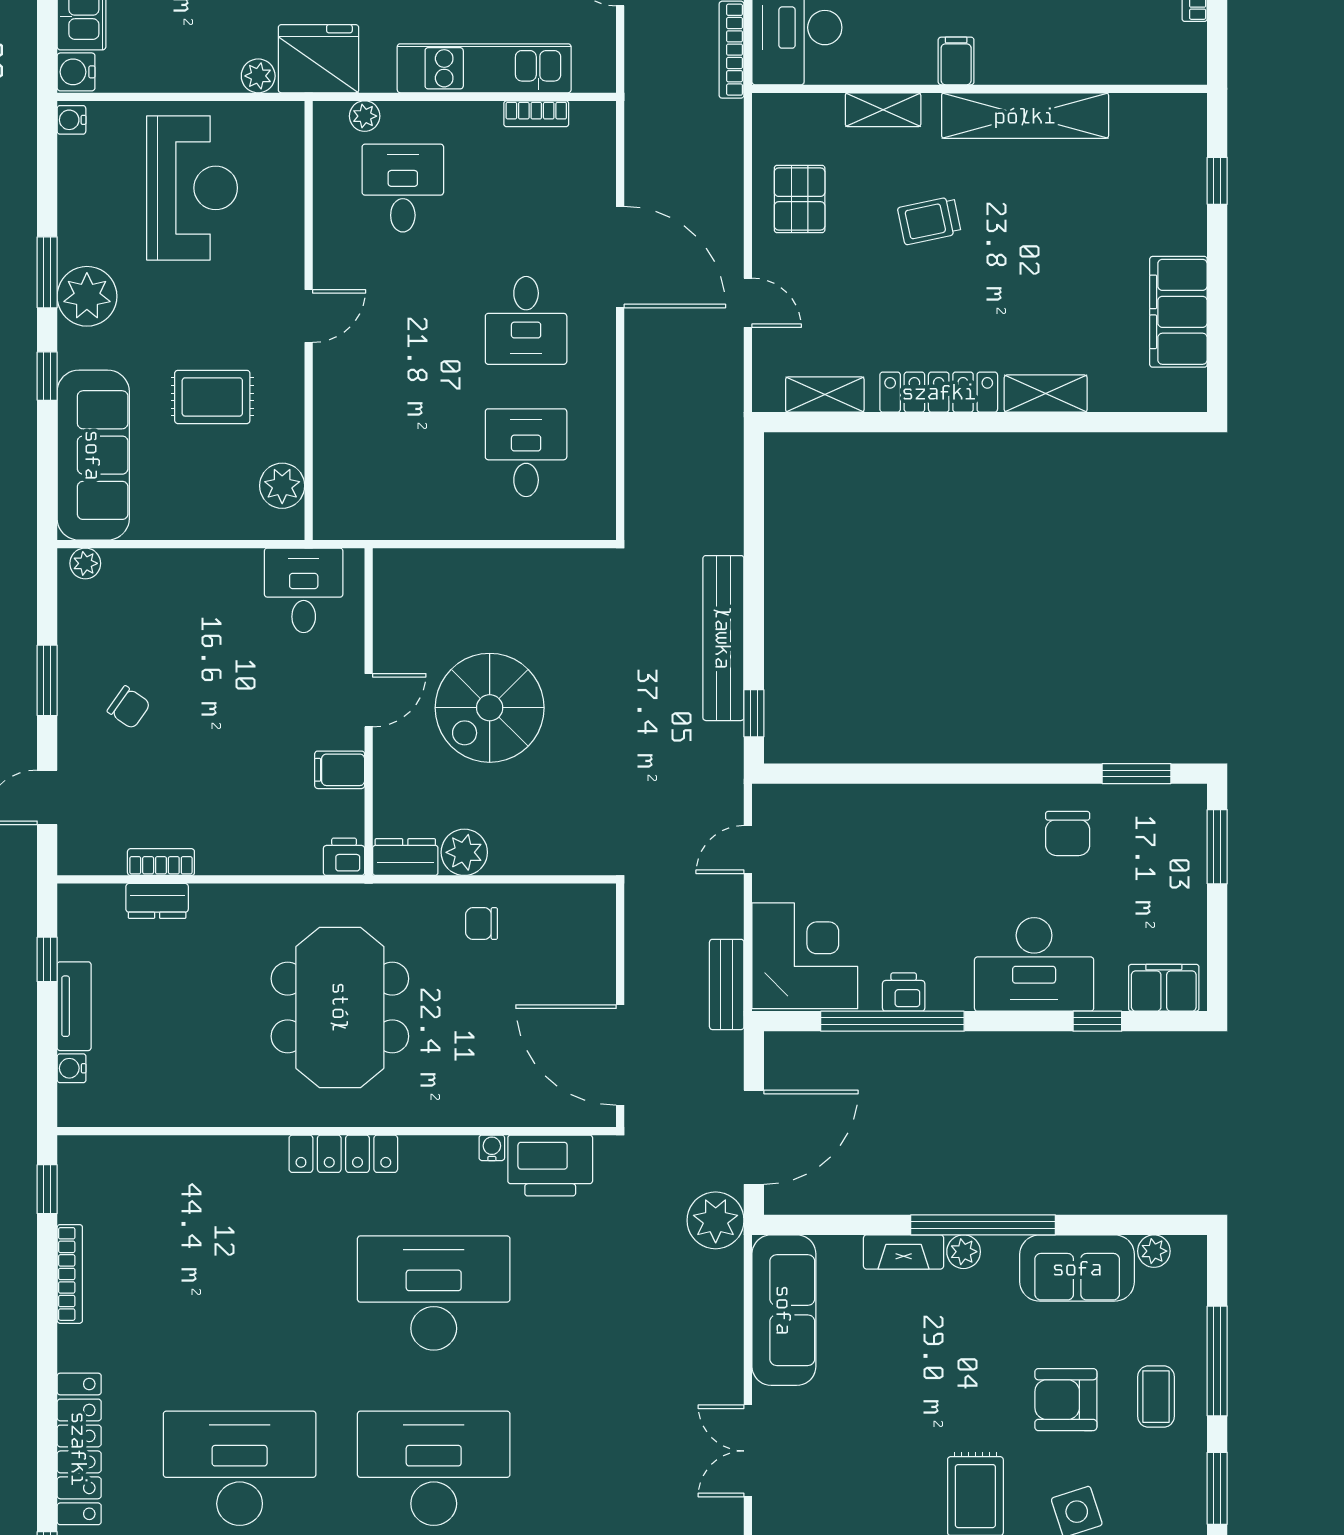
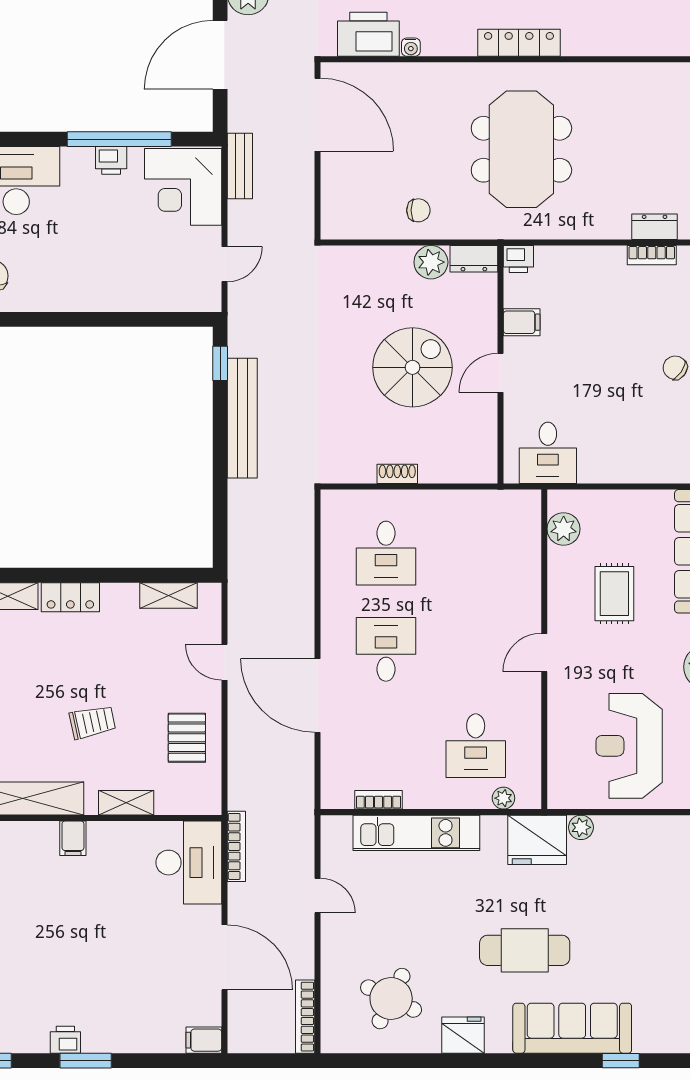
locker: (939, 392) -> (70, 597), width x0.66
rug: (212, 397) -> (614, 594), turned 90
shoe rack: (511, 561) -> (397, 474), added

